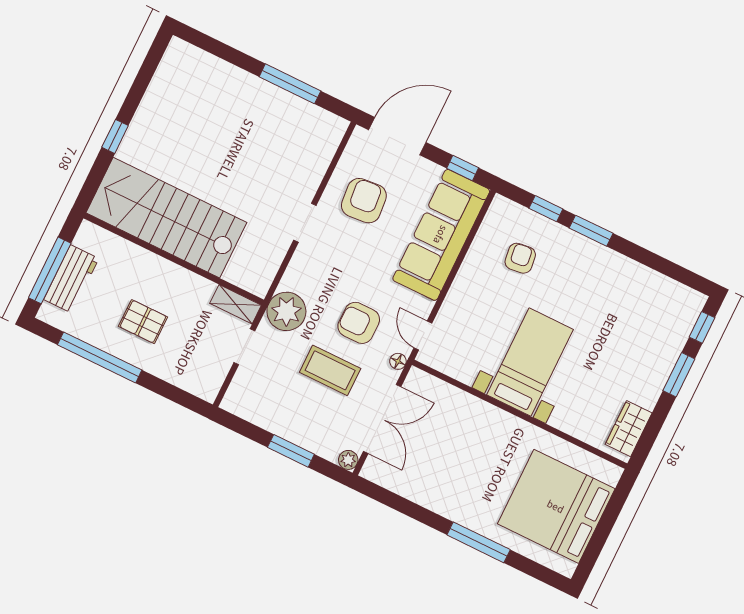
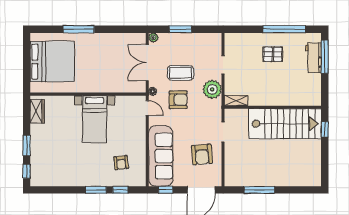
stairs: (166, 218) -> (285, 124), moved
wall: (174, 259) -> (273, 107), moved
shelving: (236, 304) -> (236, 101), moved

